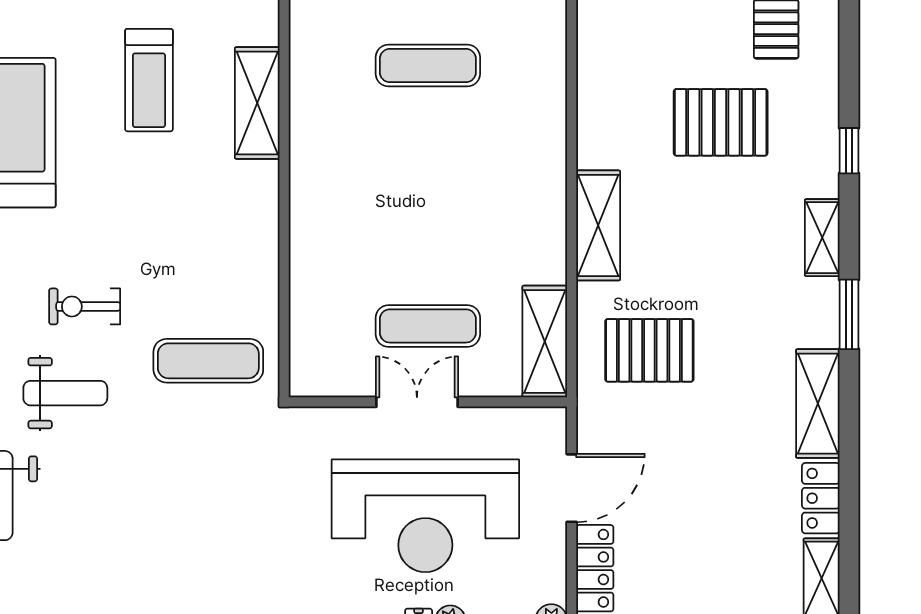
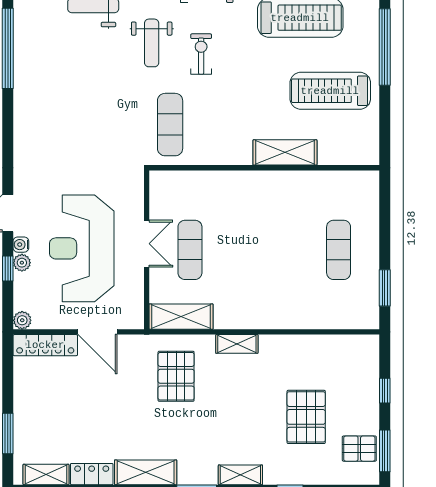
treadmill: (149, 80) -> (330, 91), width x1.37, depth x1.38
shelving: (257, 103) -> (285, 152), moved
shelving: (598, 225) -> (237, 344), width x0.67, depth x0.75

